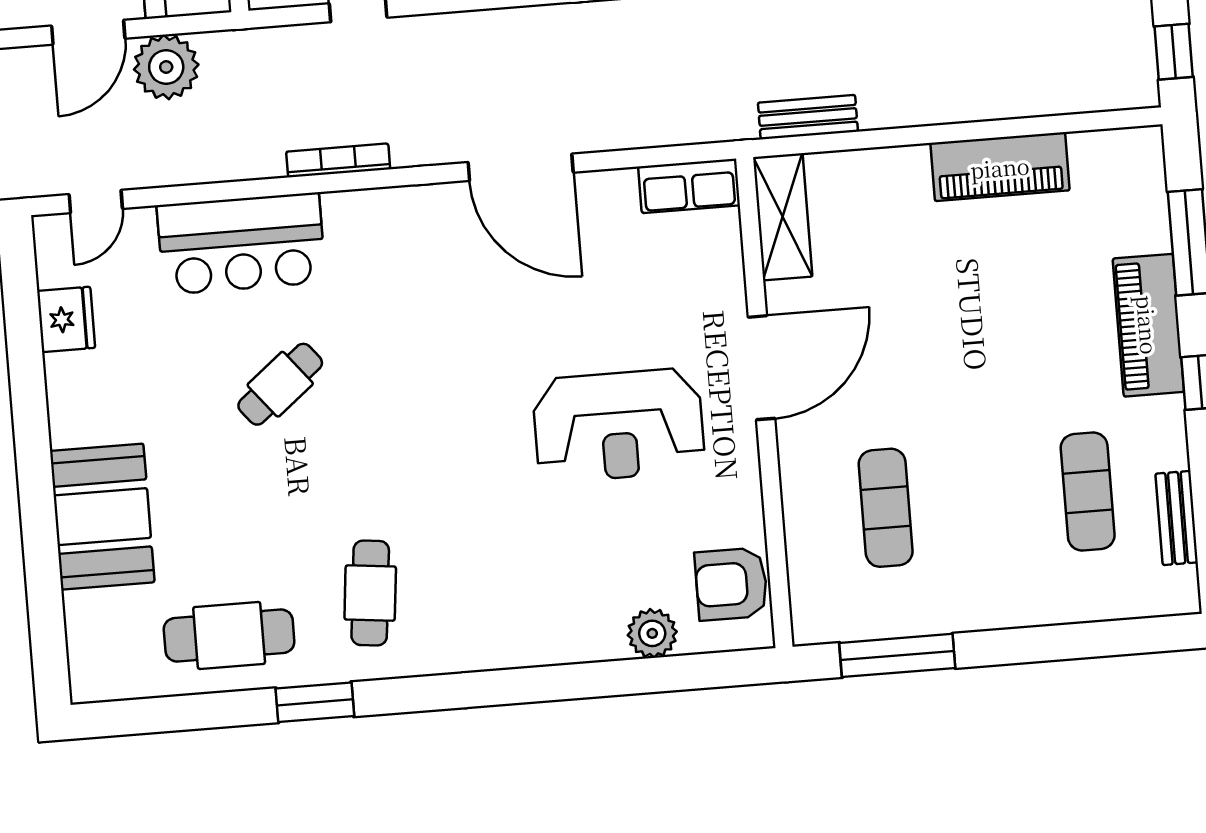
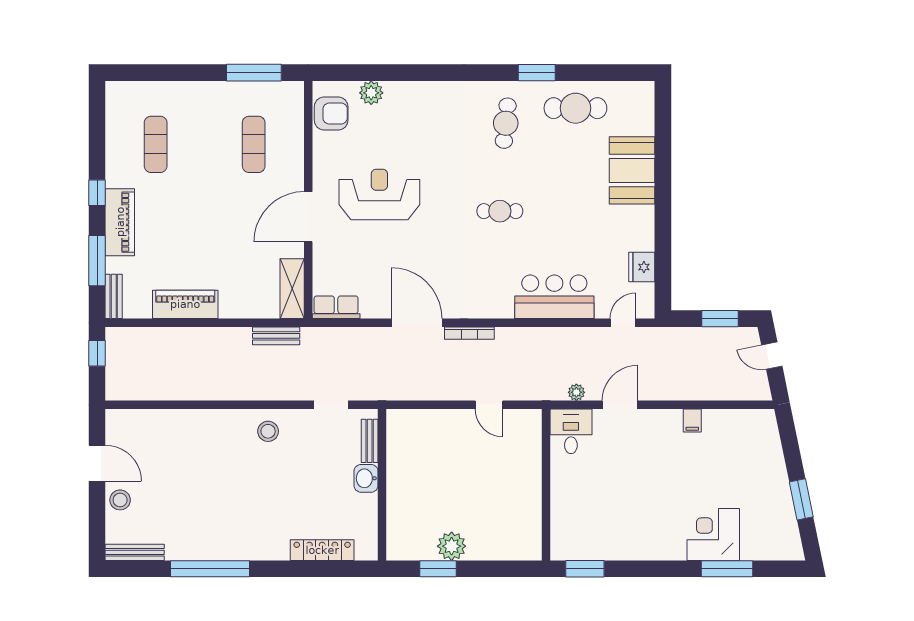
plant: (166, 67) -> (576, 392), width x0.53, depth x0.53
bookcase: (338, 160) -> (469, 333), moved
cafe table: (280, 384) -> (500, 211), moved, turned 39
bench: (1177, 518) -> (114, 296), moved

